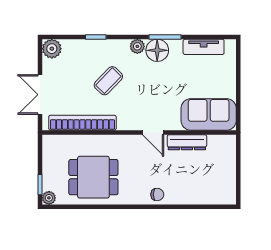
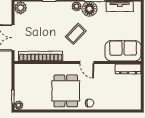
coffee table: (108, 81) -> (76, 34), moved
dresser: (187, 142) -> (128, 69), moved
dining table: (93, 177) -> (66, 91), moved, turned 90

